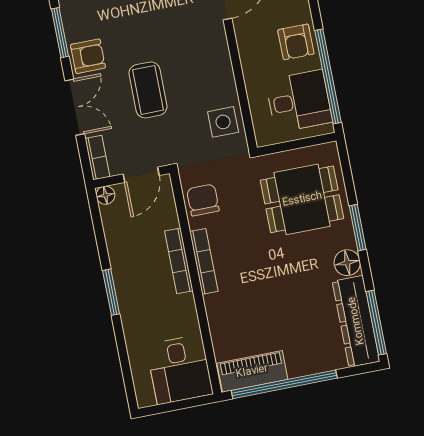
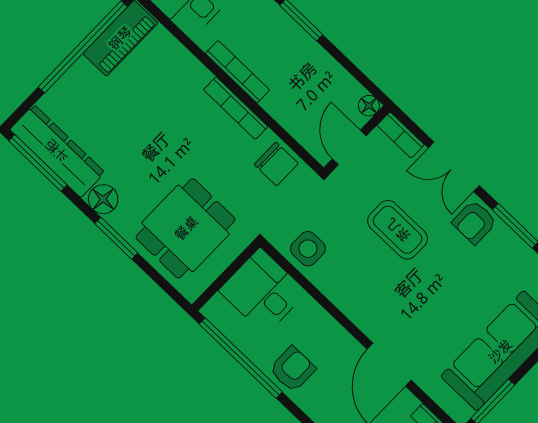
armchair: (296, 42) -> (292, 369), turned 90
desk: (299, 101) -> (263, 291), moved, turned 90
bookcase: (179, 261) -> (238, 72), moved

